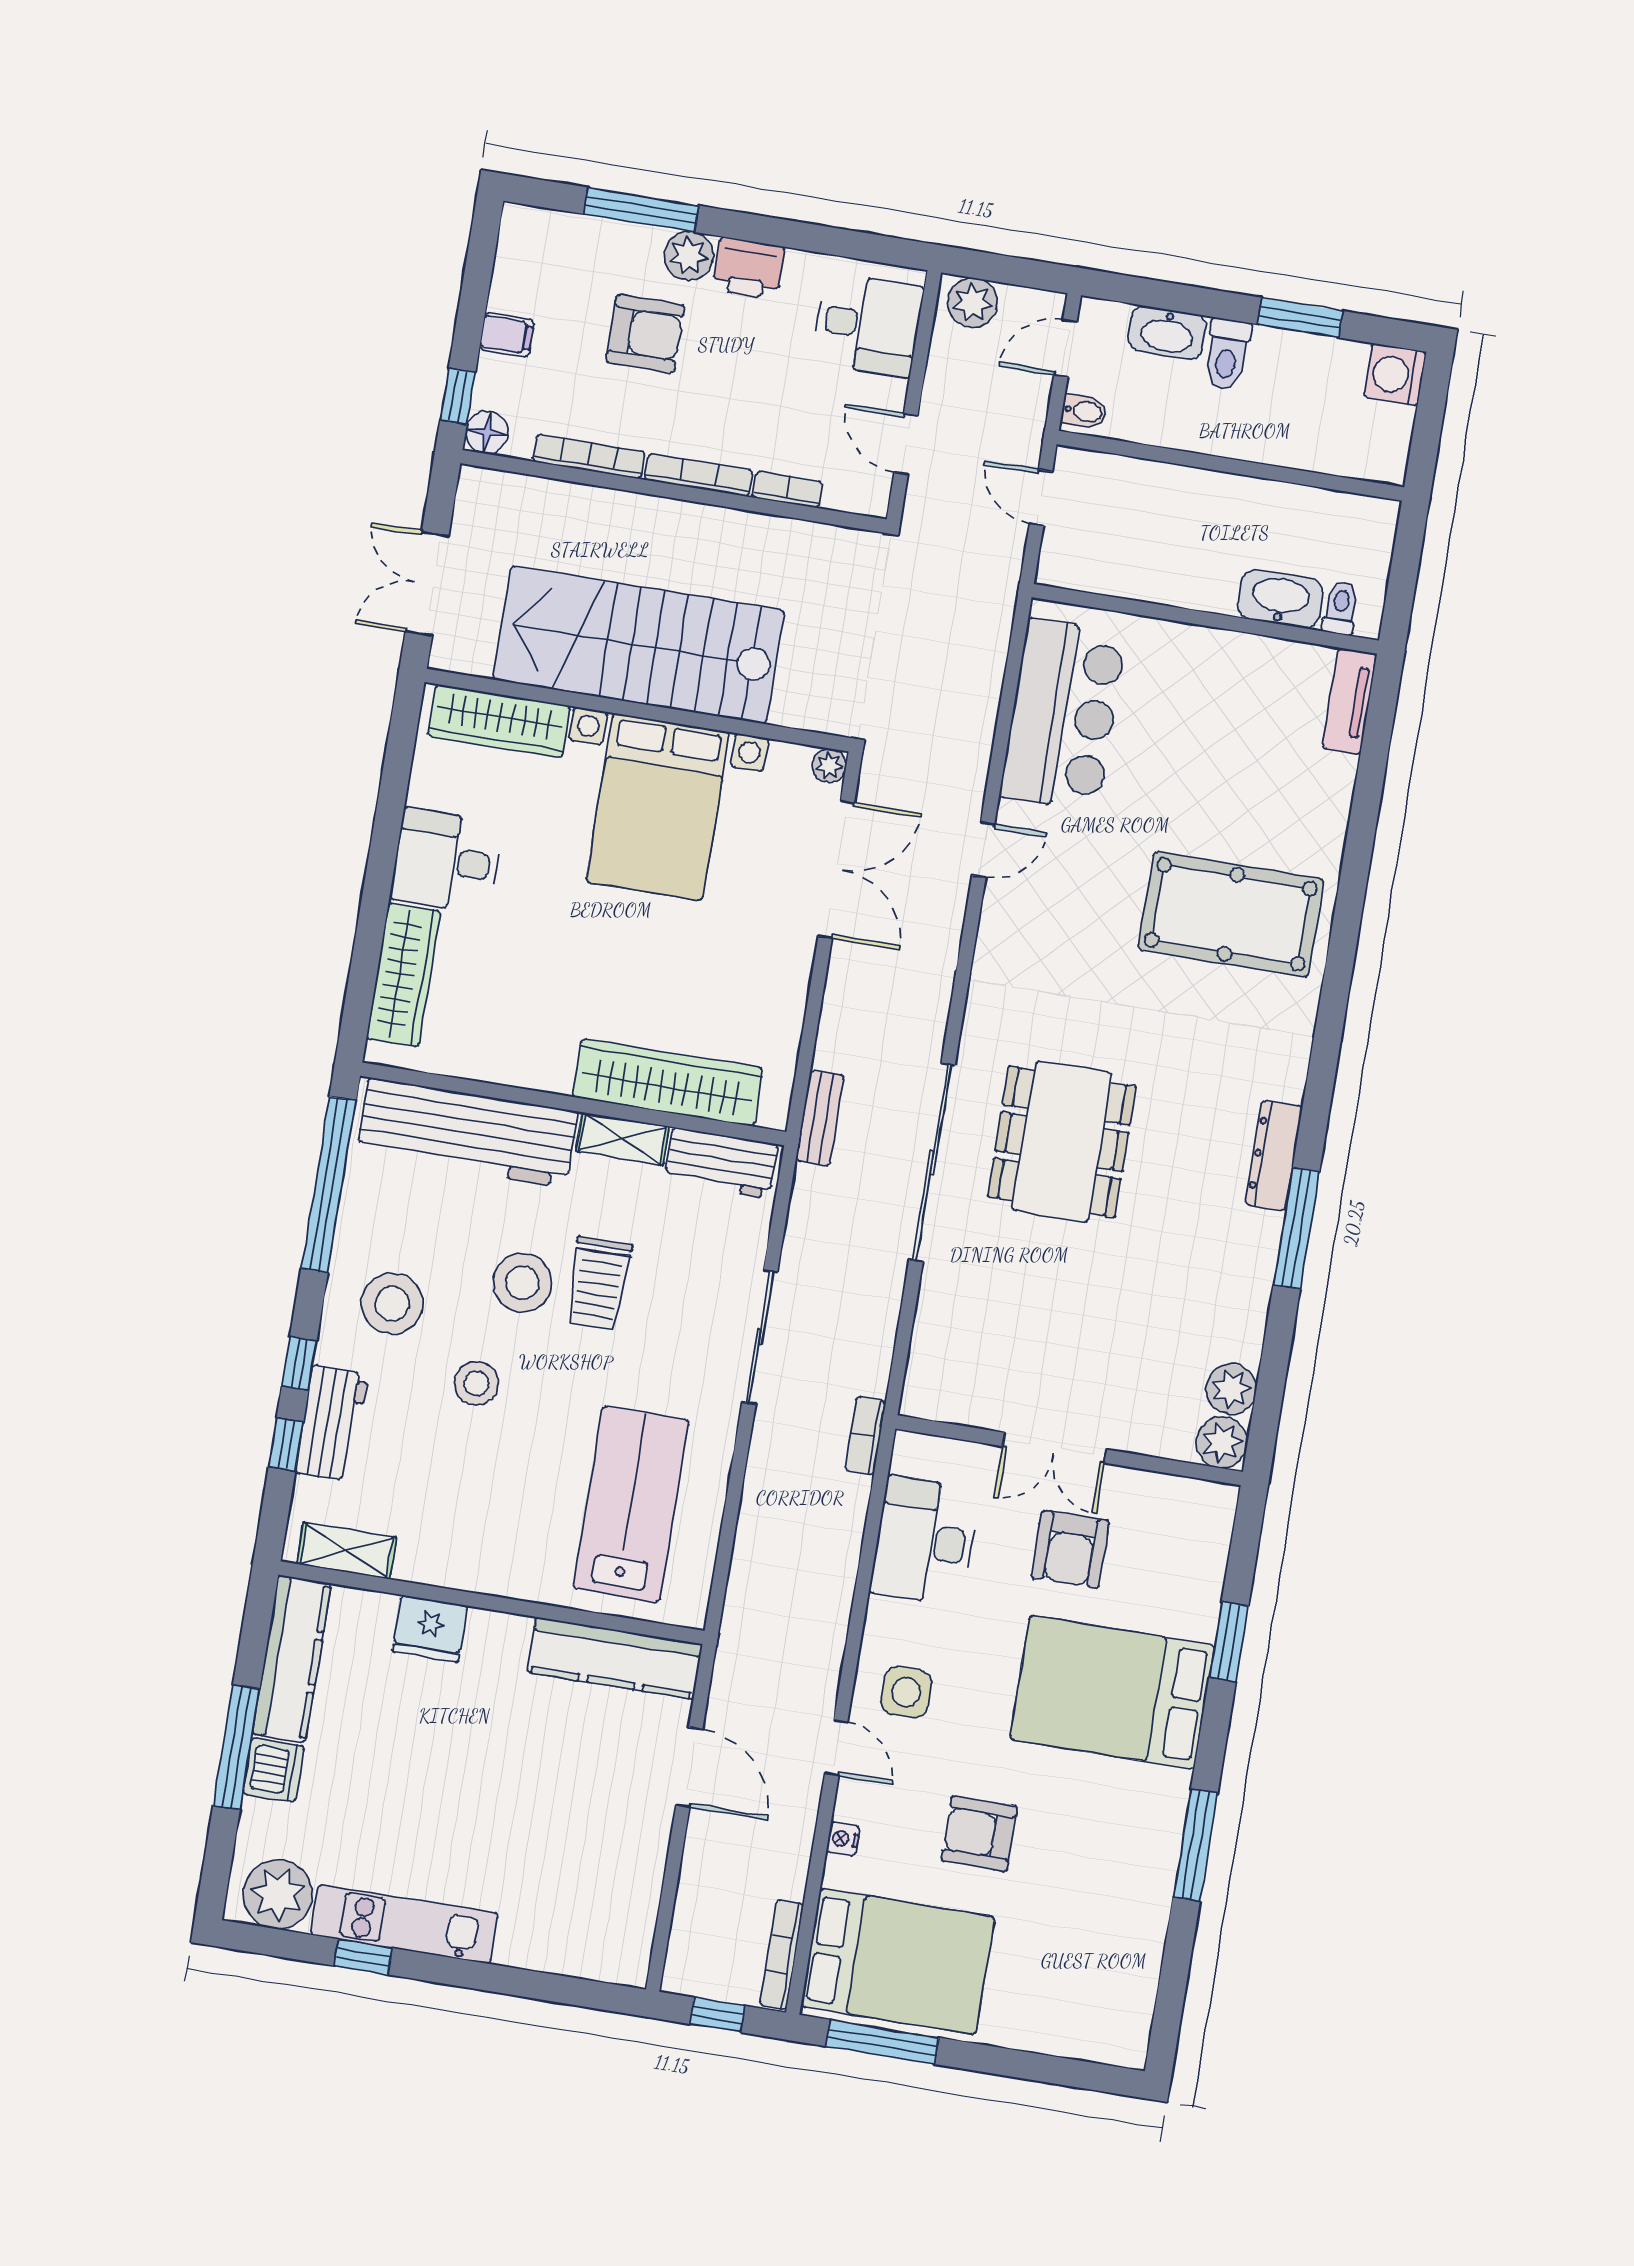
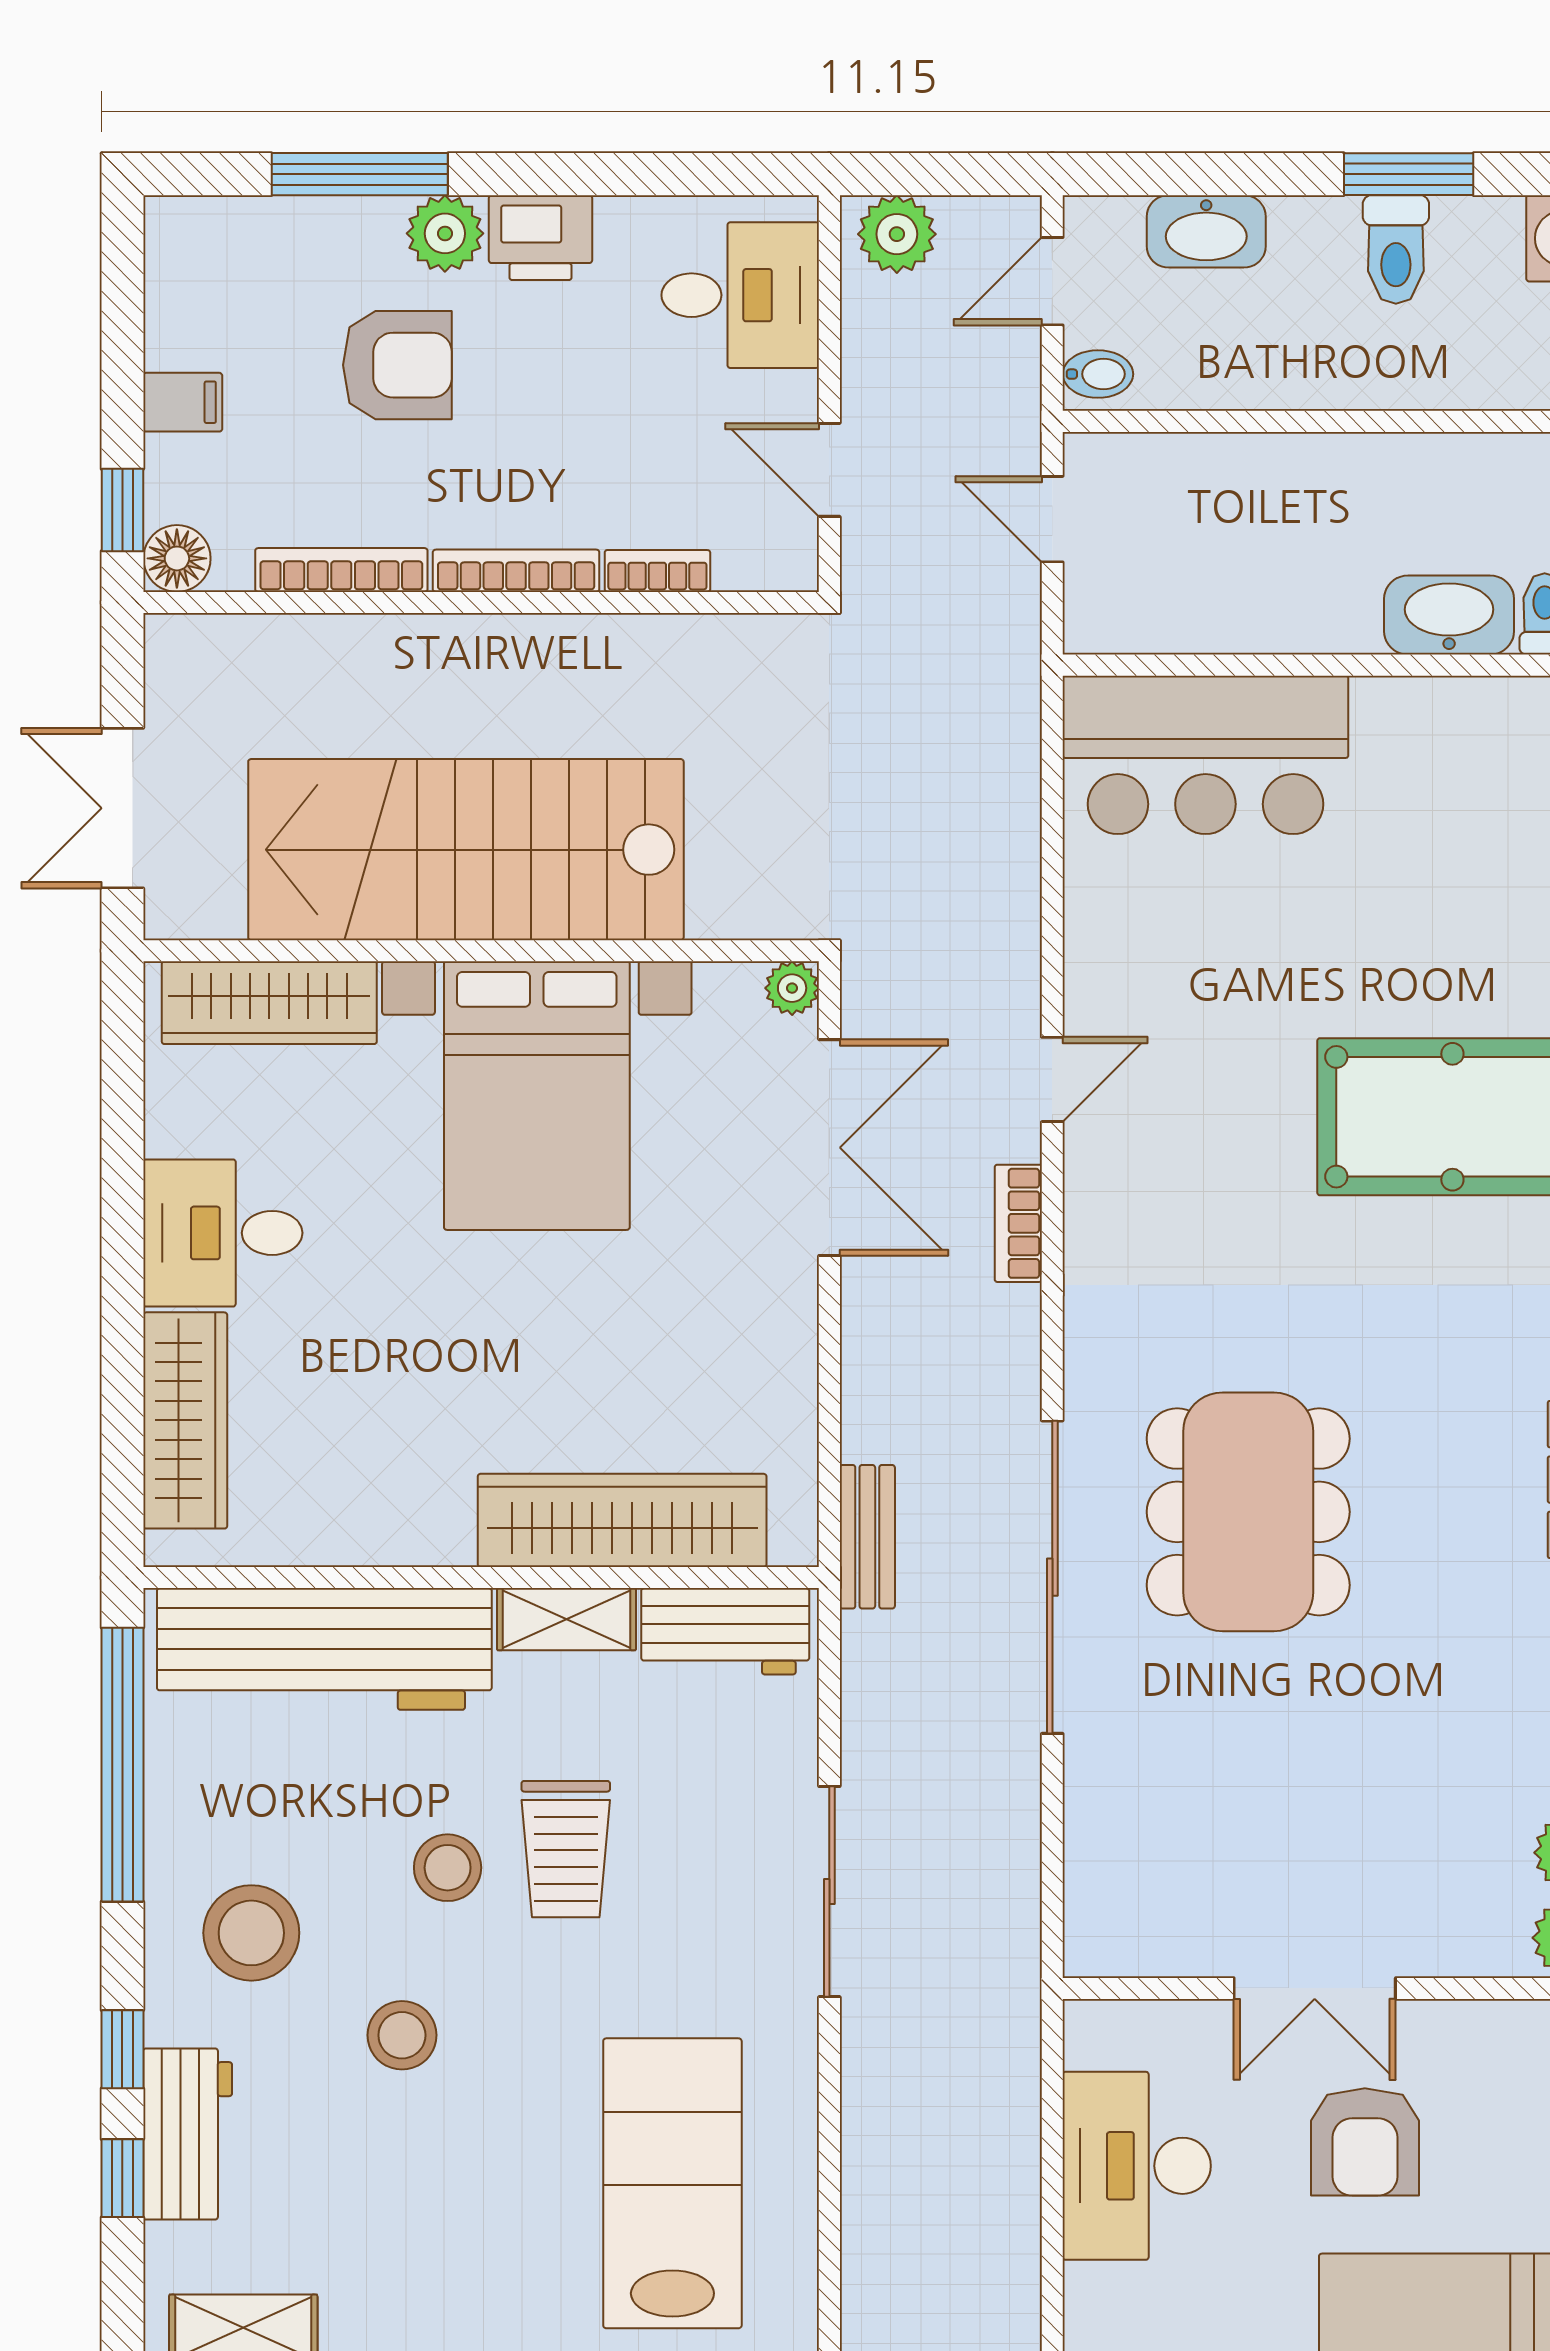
toilet: (1227, 354) -> (1396, 249), moved
bar counter: (1063, 715) -> (1205, 755), moved, turned 90
stool: (522, 1283) -> (448, 1868), width x0.73, depth x0.73
bookcase: (865, 1436) -> (1018, 1223), moved

